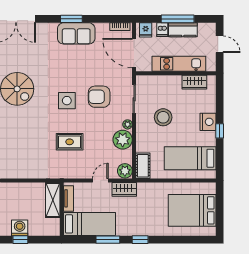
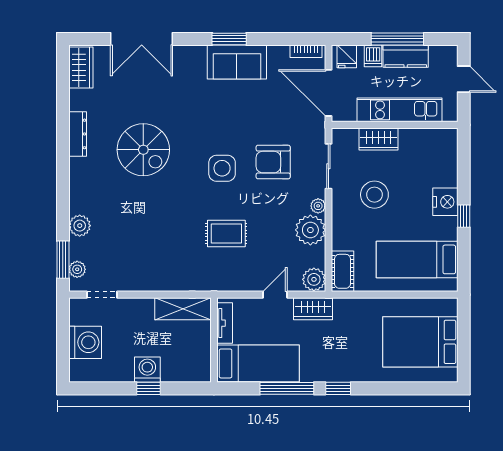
wardrobe: (194, 82) -> (379, 139), moved
shelving: (53, 200) -> (183, 309), moved, turned 90
window: (108, 240) -> (287, 388), width x1.44

